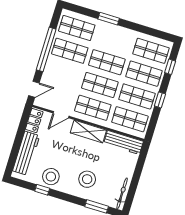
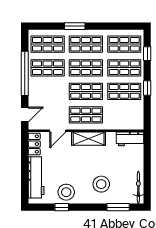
shop shelf: (130, 119) -> (86, 44), moved
workbench: (123, 143) -> (130, 139), width x0.73

